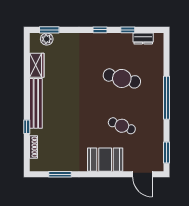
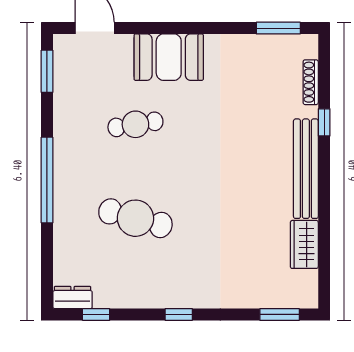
window: (128, 30) -> (96, 314), moved
dresser: (143, 38) -> (73, 298), moved
plant: (47, 39) -> (285, 296), removed
cafe table: (122, 126) -> (135, 124), turned -30
window: (60, 174) -> (278, 28), moved

